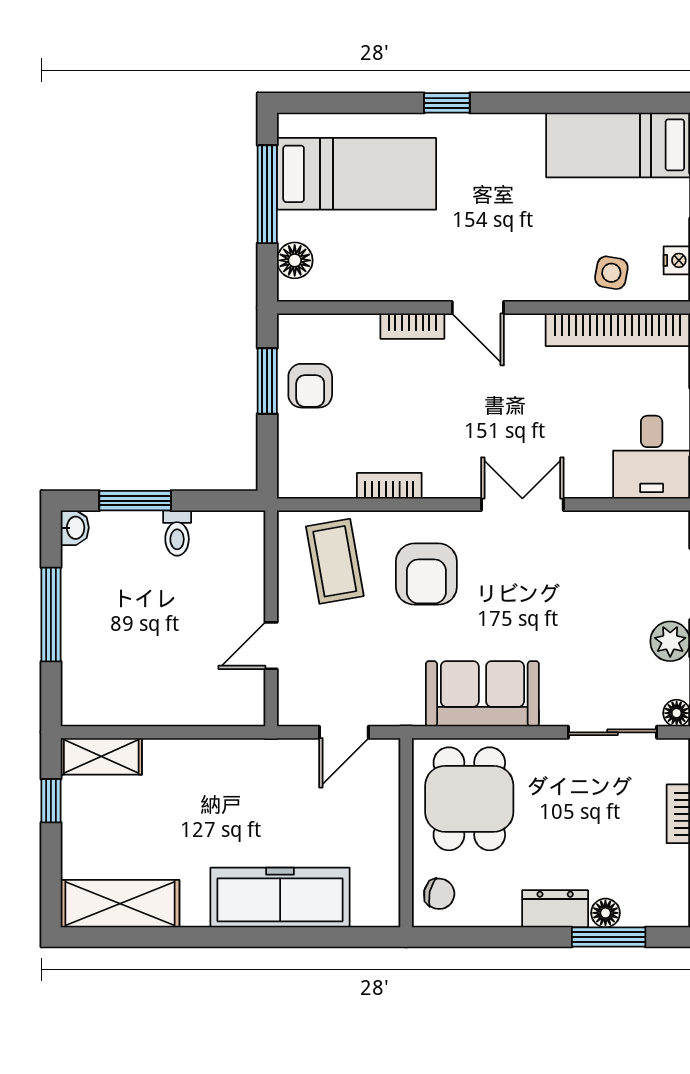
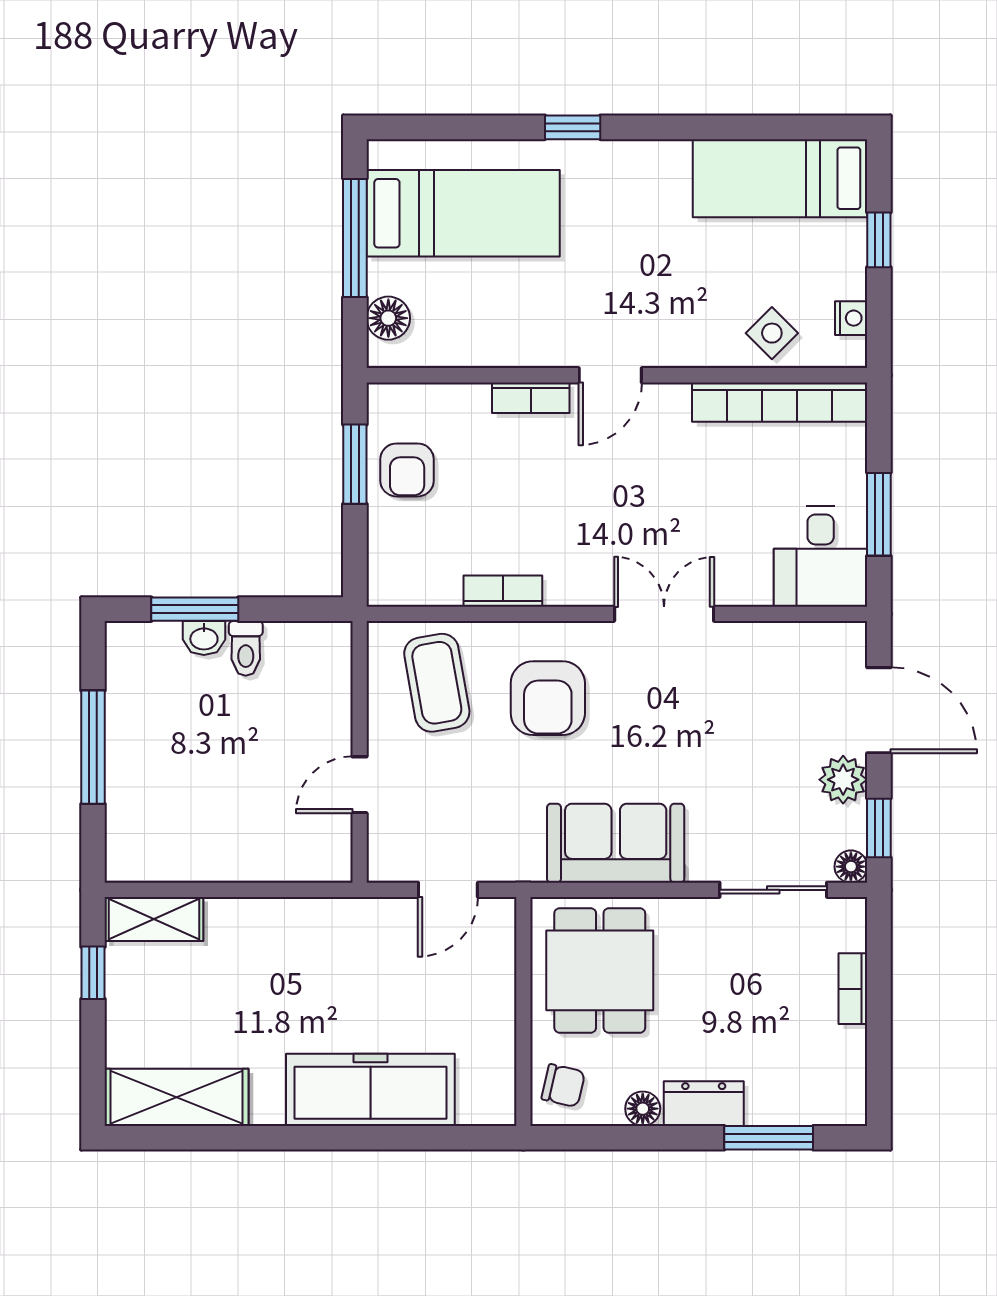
side table: (611, 273) -> (772, 333), turned 35
door: (478, 308) -> (610, 375), hinge flipped
washbasin: (75, 528) -> (204, 638), moved, turned 90
floor lamp: (605, 913) -> (643, 1109), moved

